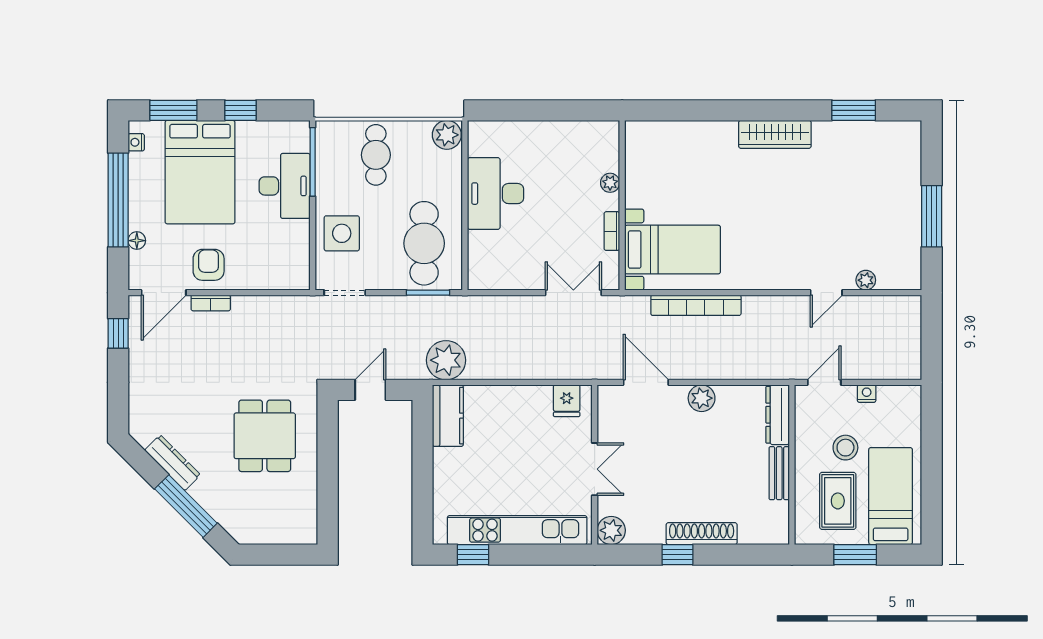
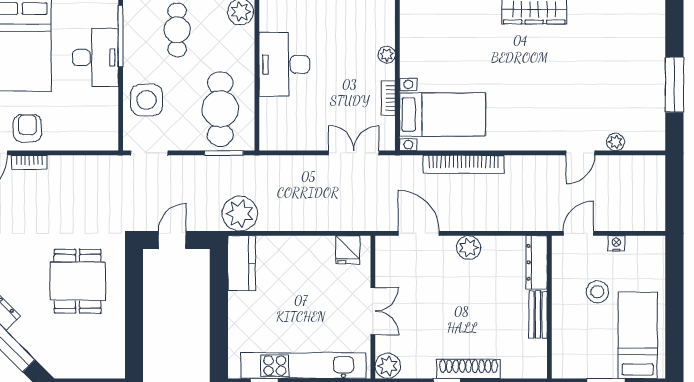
rug: (838, 501) -> (590, 339), removed

